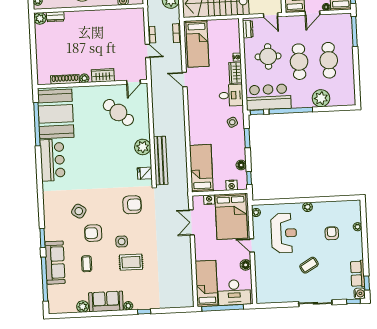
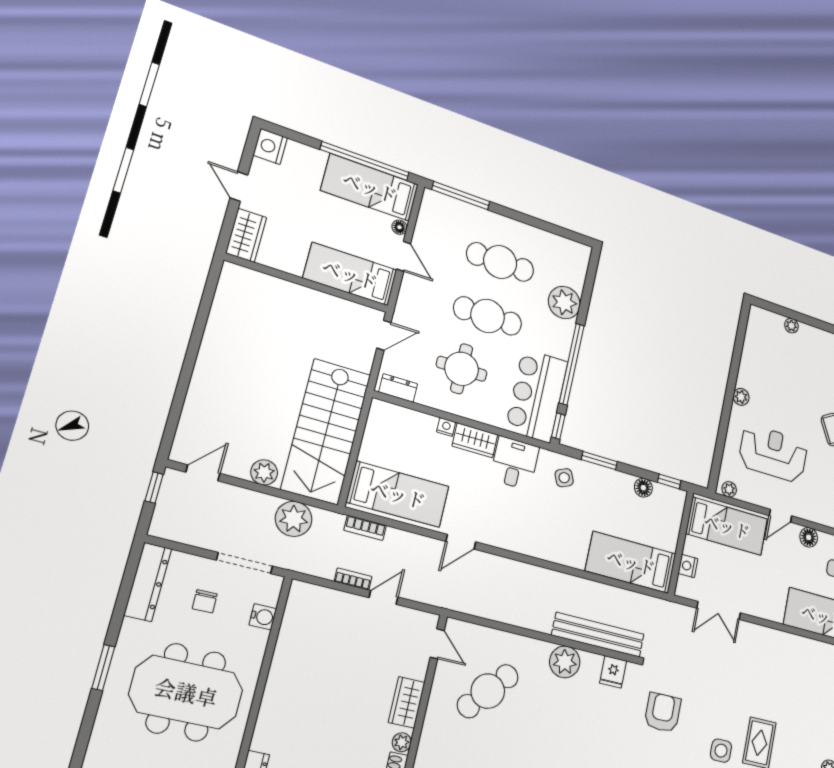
nightstand: (232, 185) -> (673, 517), removed
bed: (231, 216) -> (727, 526), width x0.67
armchair: (332, 233) -> (792, 372), removed

